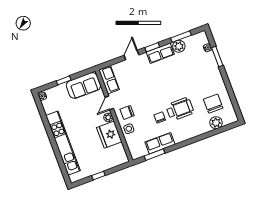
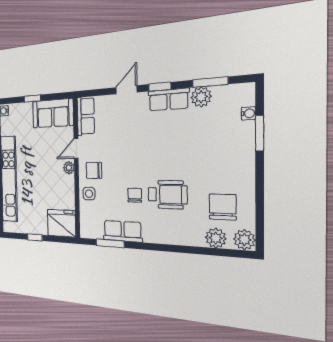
plant: (231, 117) -> (244, 240), added
fridge: (109, 135) -> (61, 223), moved, turned 90

